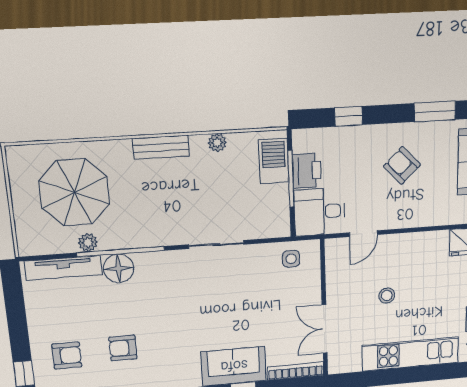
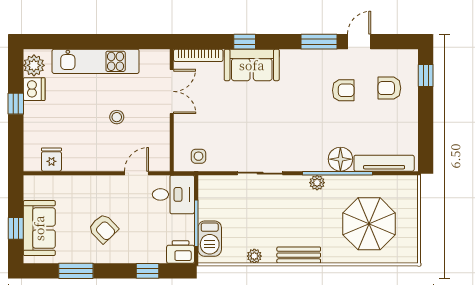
printer: (307, 171) -> (181, 252), moved, turned 90
plant: (88, 242) -> (317, 183), moved

